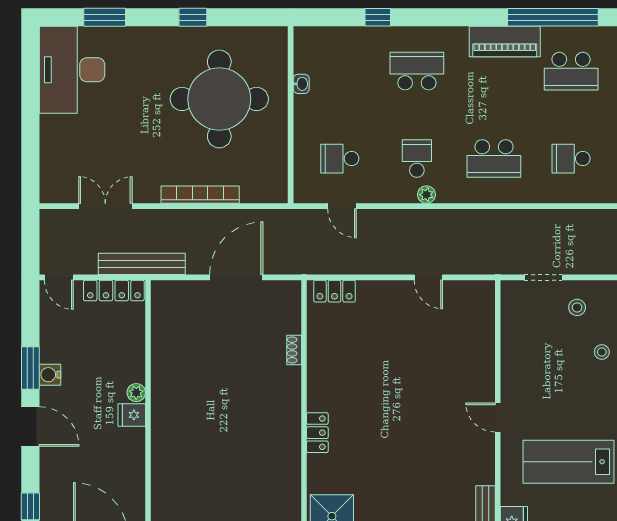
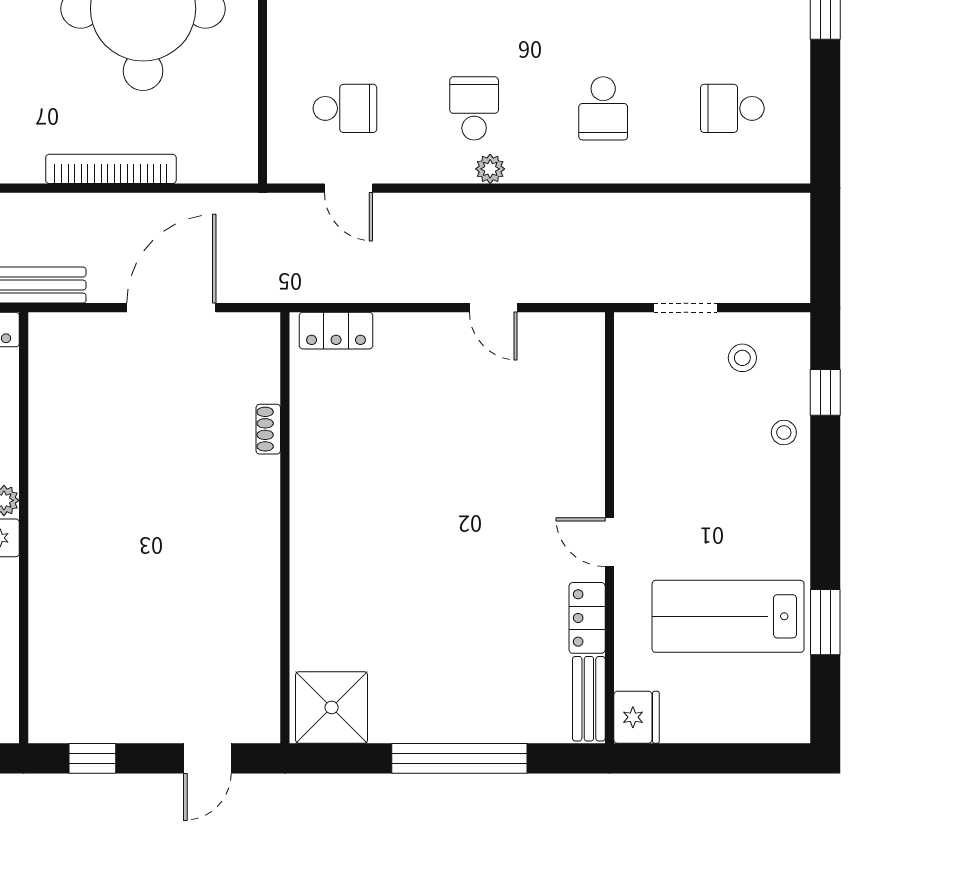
school desk: (340, 159) -> (345, 108), turned 180
school desk: (494, 159) -> (603, 108), width x0.54
locker: (317, 433) -> (587, 618), moved, turned 180

